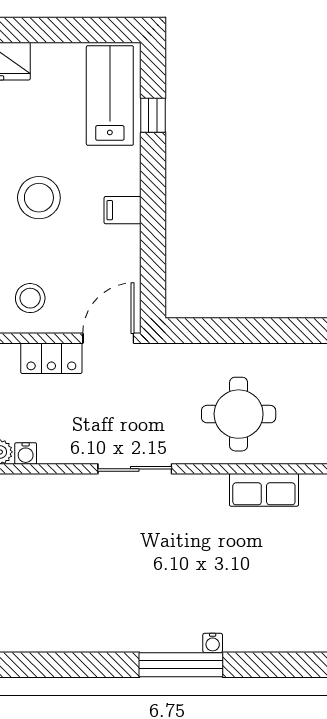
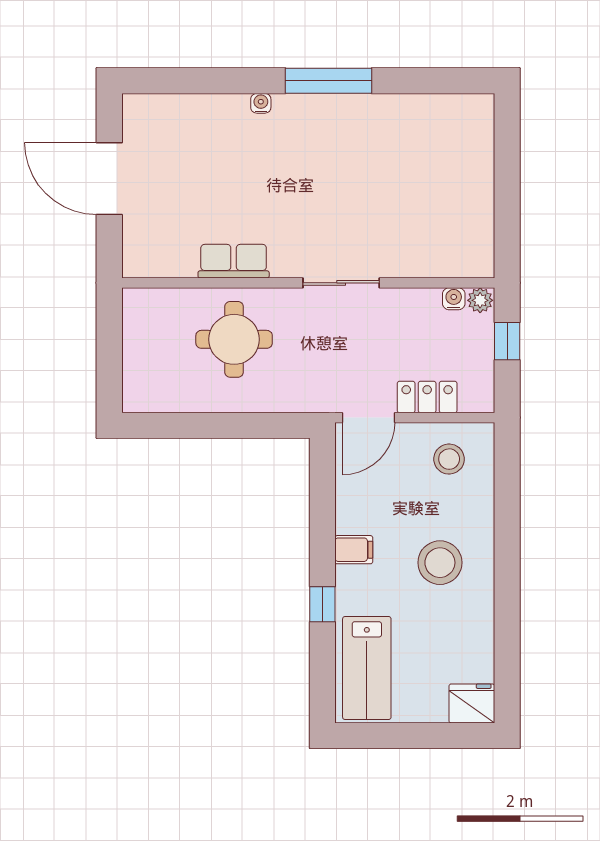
window: (153, 115) -> (322, 604), moved
row of seats: (264, 490) -> (234, 261), moved
window: (181, 665) -> (328, 81), moved

